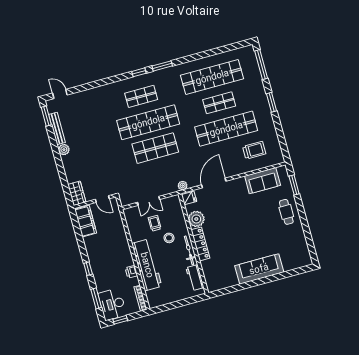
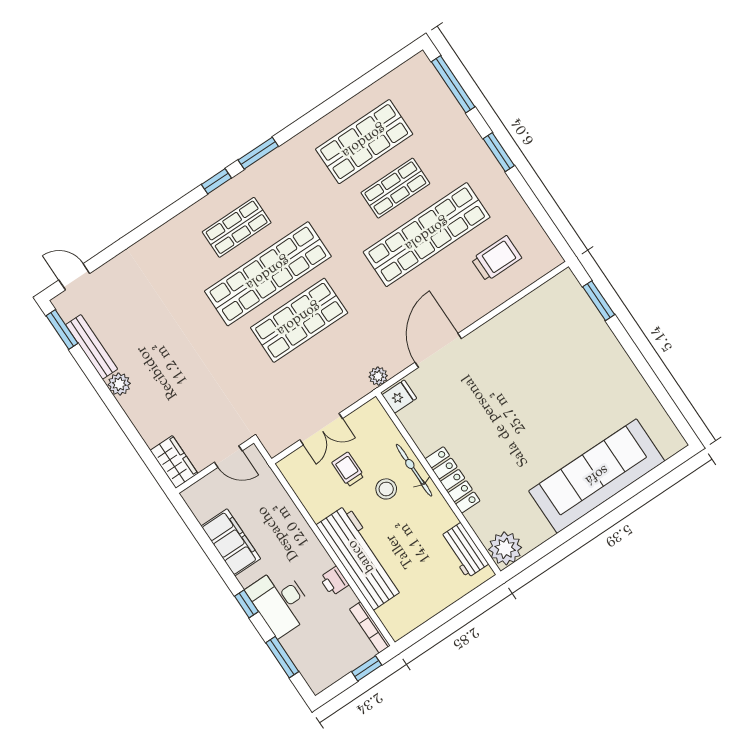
shop shelf: (212, 77) -> (364, 142), width x0.71
sofa: (263, 181) -> (533, 313), removed
cafe table: (286, 212) -> (601, 359), removed
plant: (196, 219) -> (505, 548), moved
filing cabinet: (86, 221) -> (231, 542), moved
bicycle: (189, 250) -> (414, 470), moved
sofa: (259, 269) -> (597, 476), width x1.36, depth x1.27
desk: (112, 304) -> (280, 602), moved
window: (120, 320) -> (367, 668), moved

